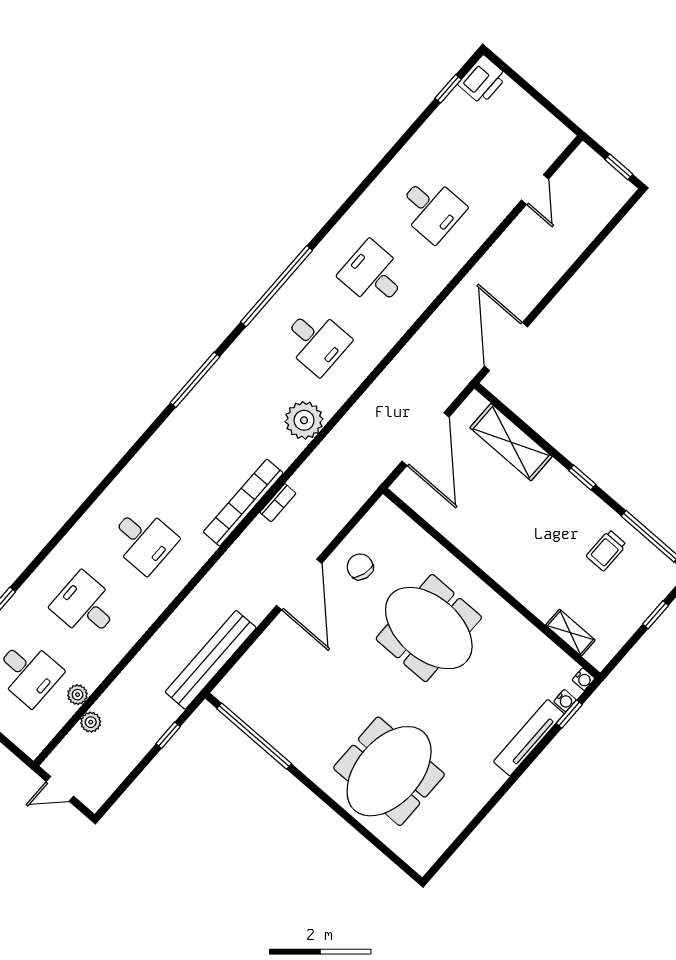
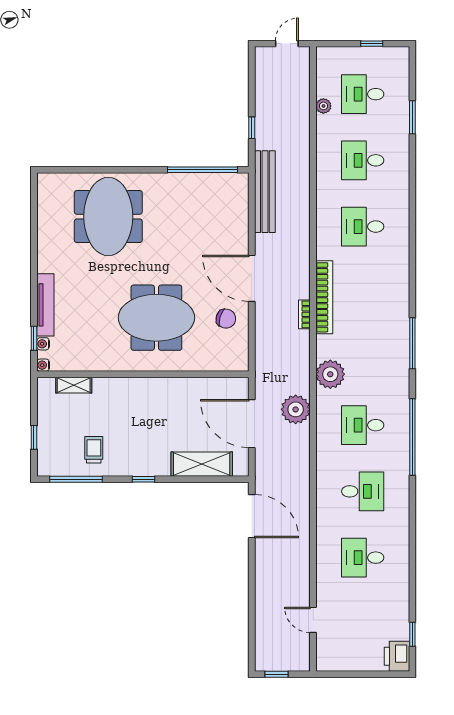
desk: (86, 606) -> (363, 160), turned 180
plant: (91, 722) -> (296, 409), moved, width x1.88, depth x1.88

